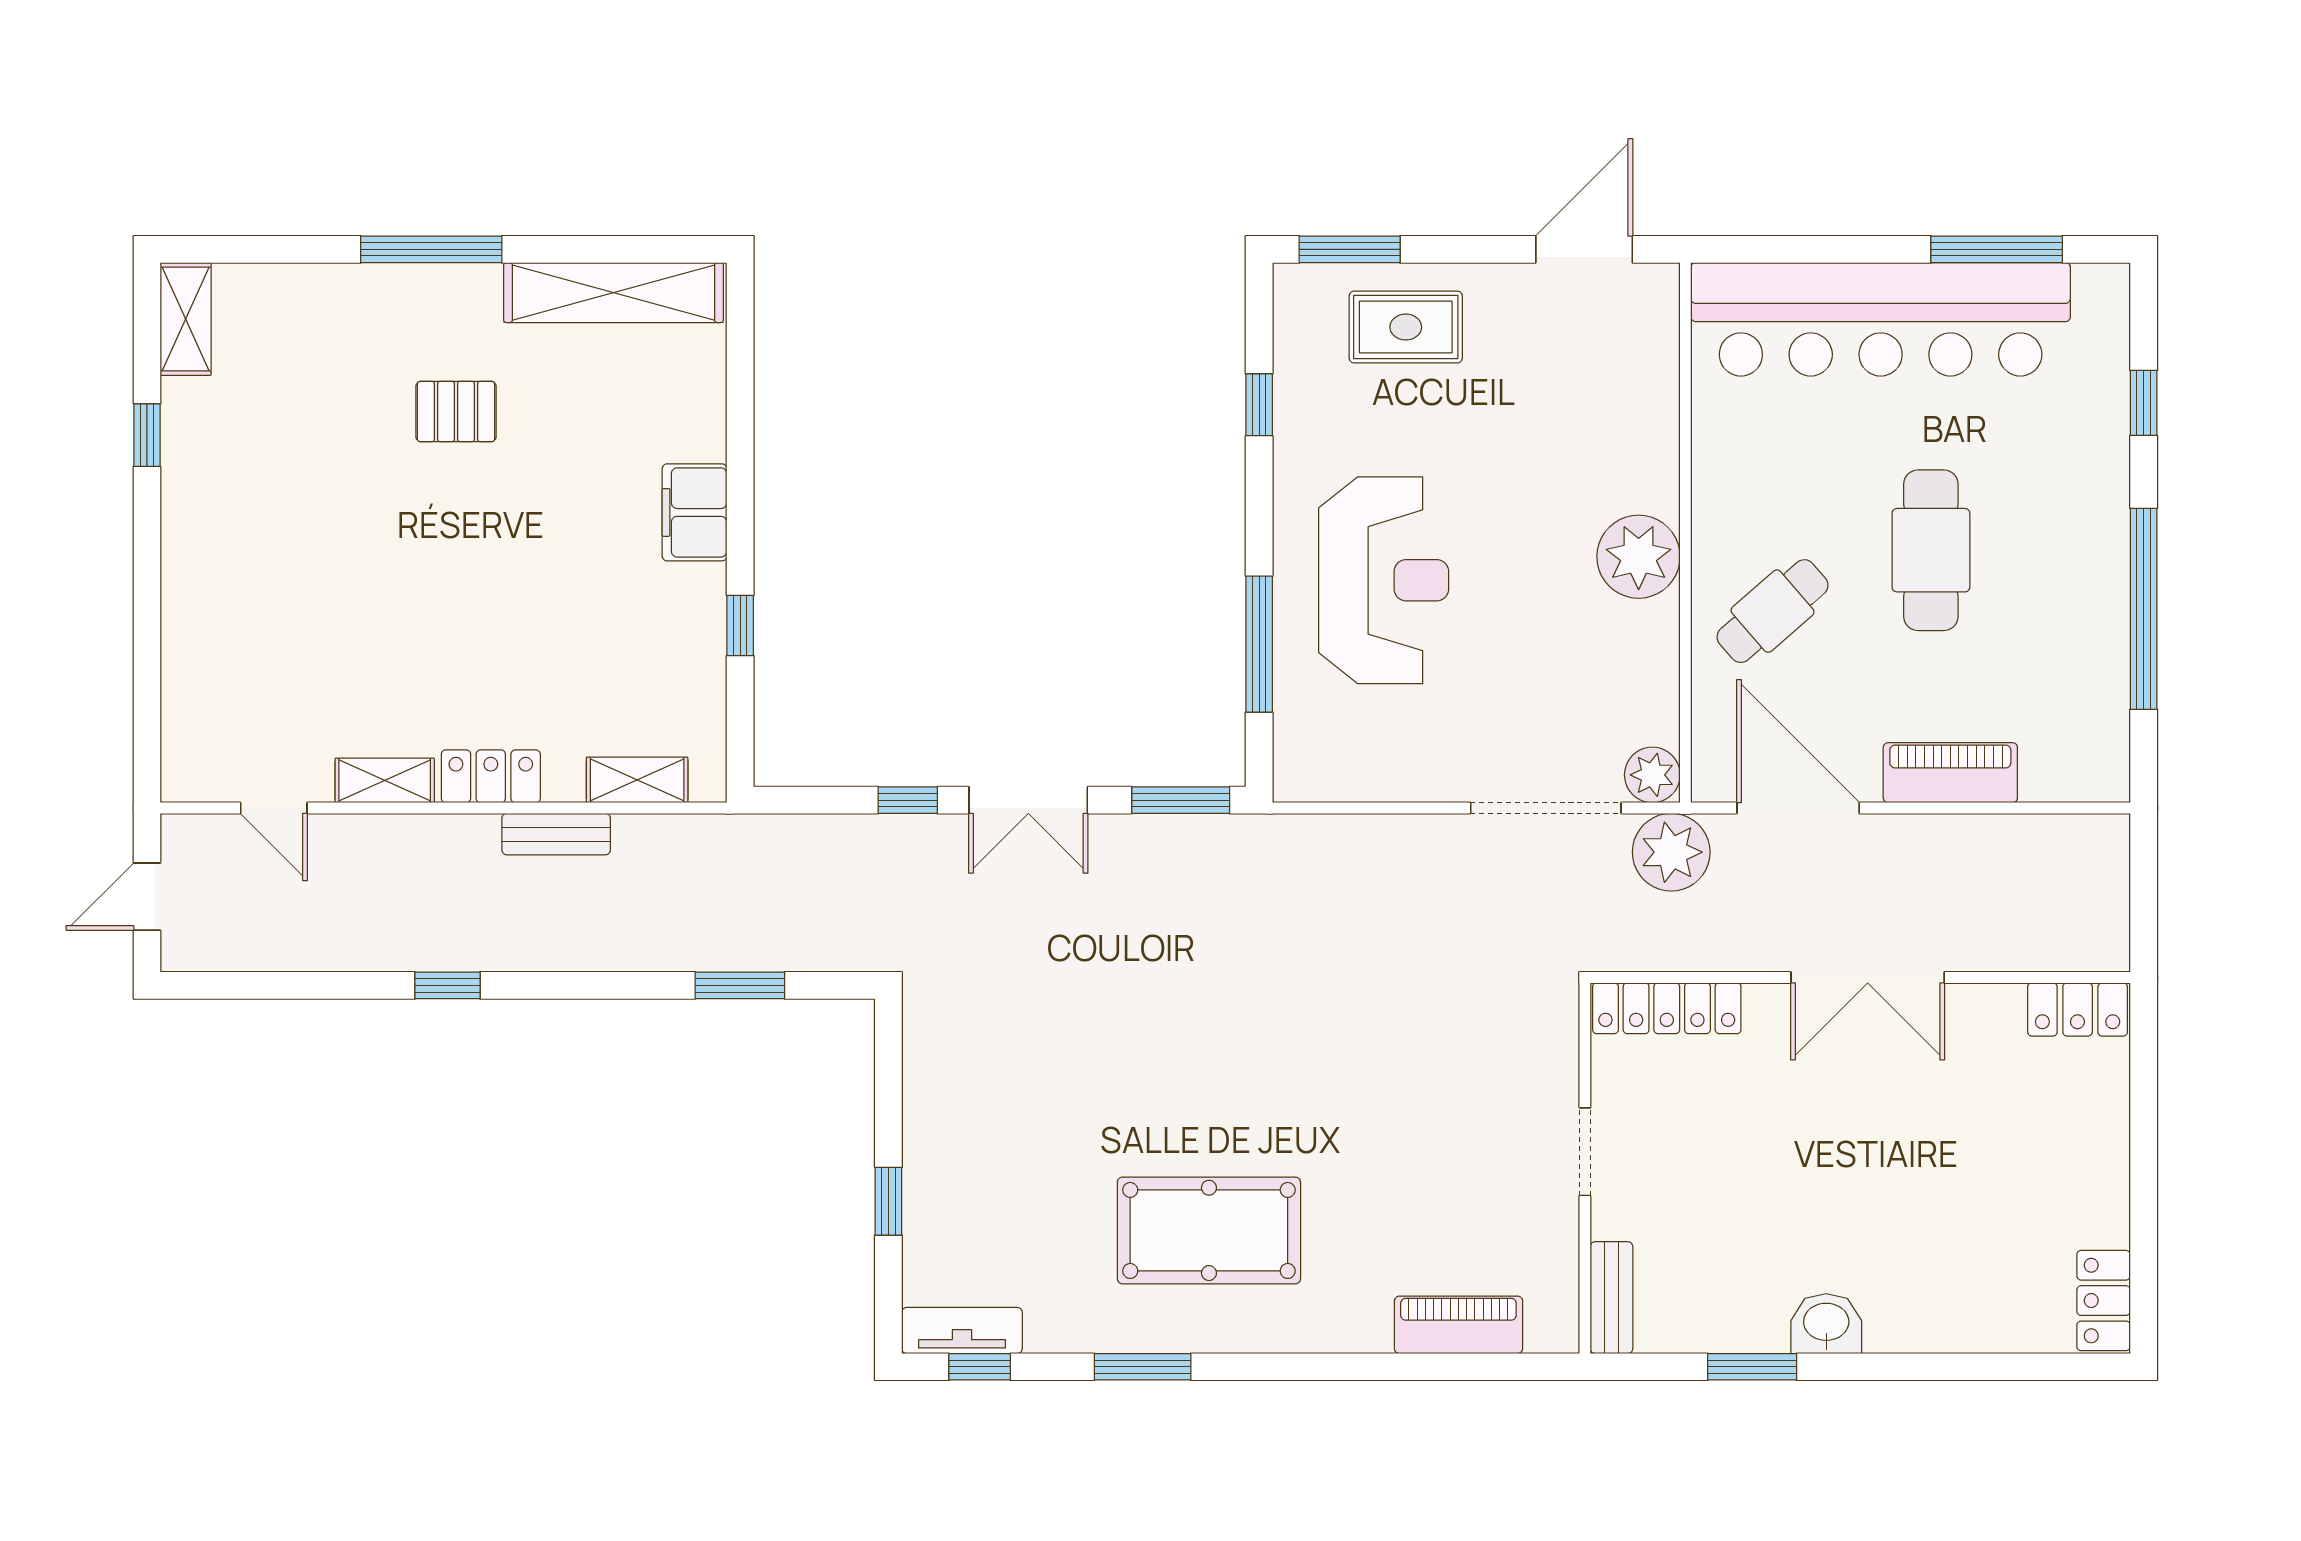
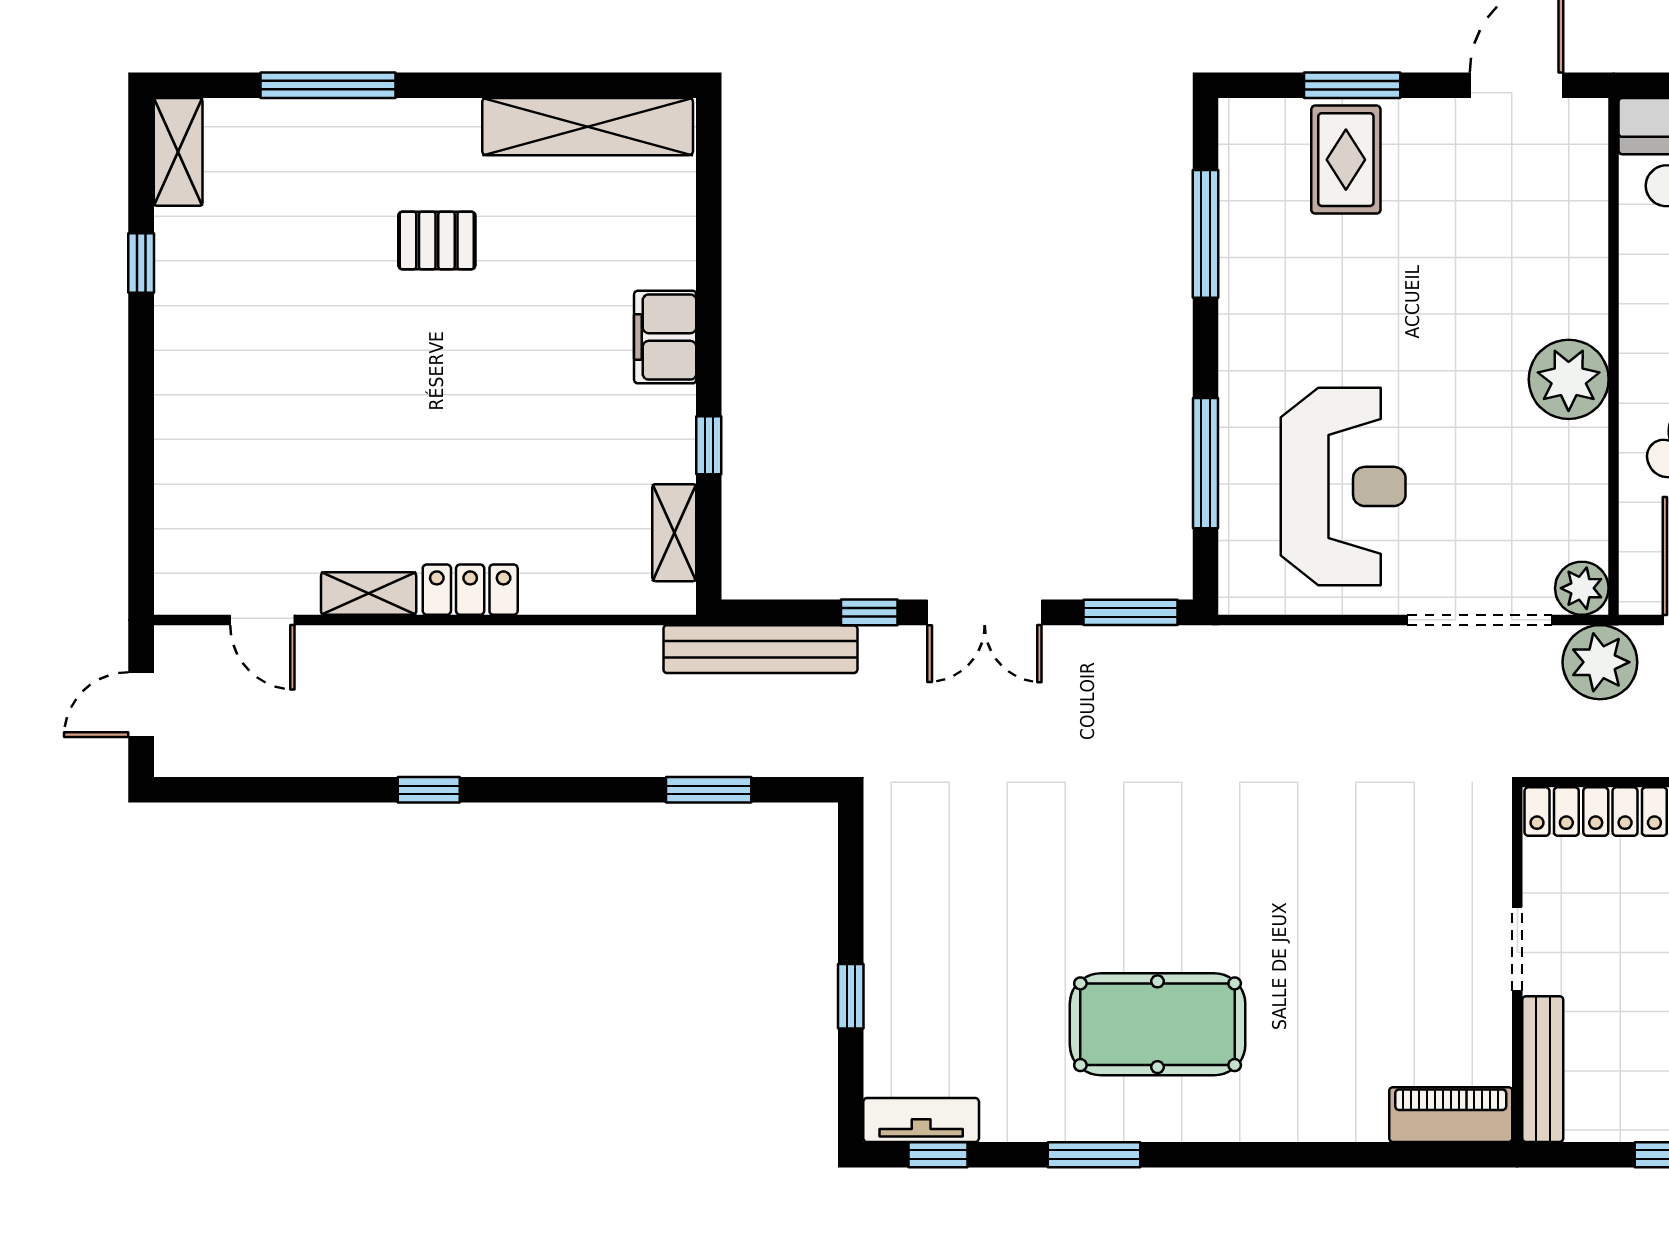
window: (431, 249) -> (328, 85), moved
window: (1350, 249) -> (1352, 85), moved
rug: (1406, 327) -> (1346, 160), turned 90
window: (1259, 405) -> (1206, 234), width x2.17
reception desk: (1384, 580) -> (1343, 486), moved
shelving: (637, 780) -> (674, 533), moved, turned 90
bench: (556, 834) -> (760, 649), moved, width x1.86, depth x1.21
bench: (1611, 1298) -> (1543, 1069), width x1.36
piano: (1458, 1325) -> (1451, 1115), moved

